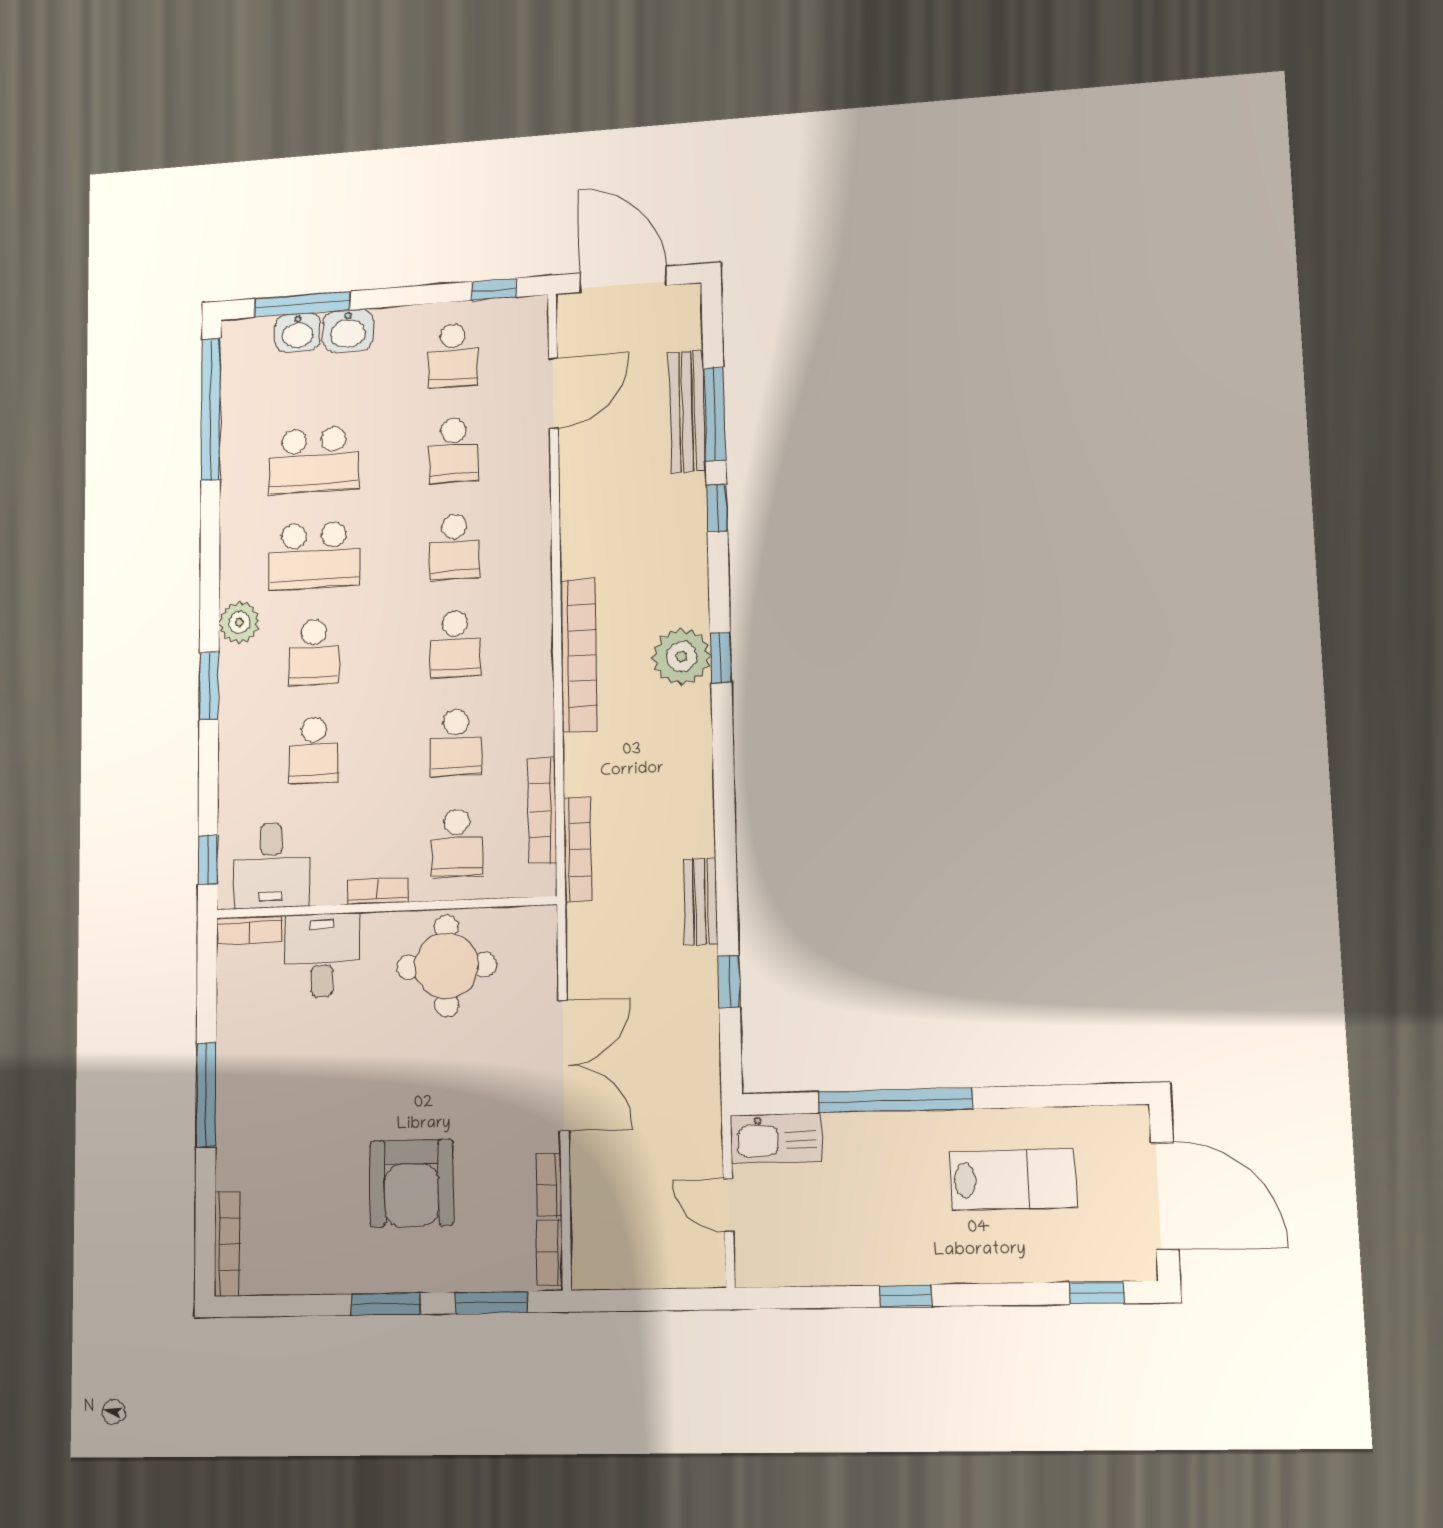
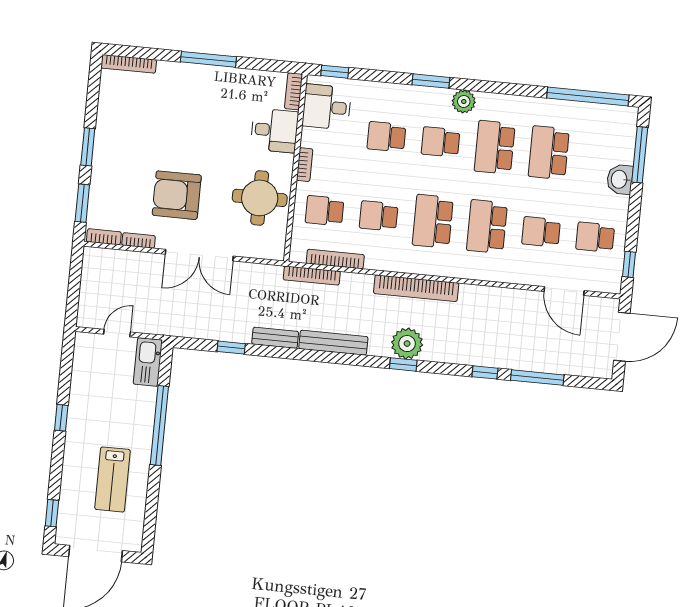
washbasin: (298, 333) -> (624, 150), removed
bench: (687, 411) -> (333, 343), moved
school desk: (454, 547) -> (487, 227), width x1.85
school desk: (455, 644) -> (433, 221), width x1.85
armchair: (412, 1183) -> (177, 195), moved

